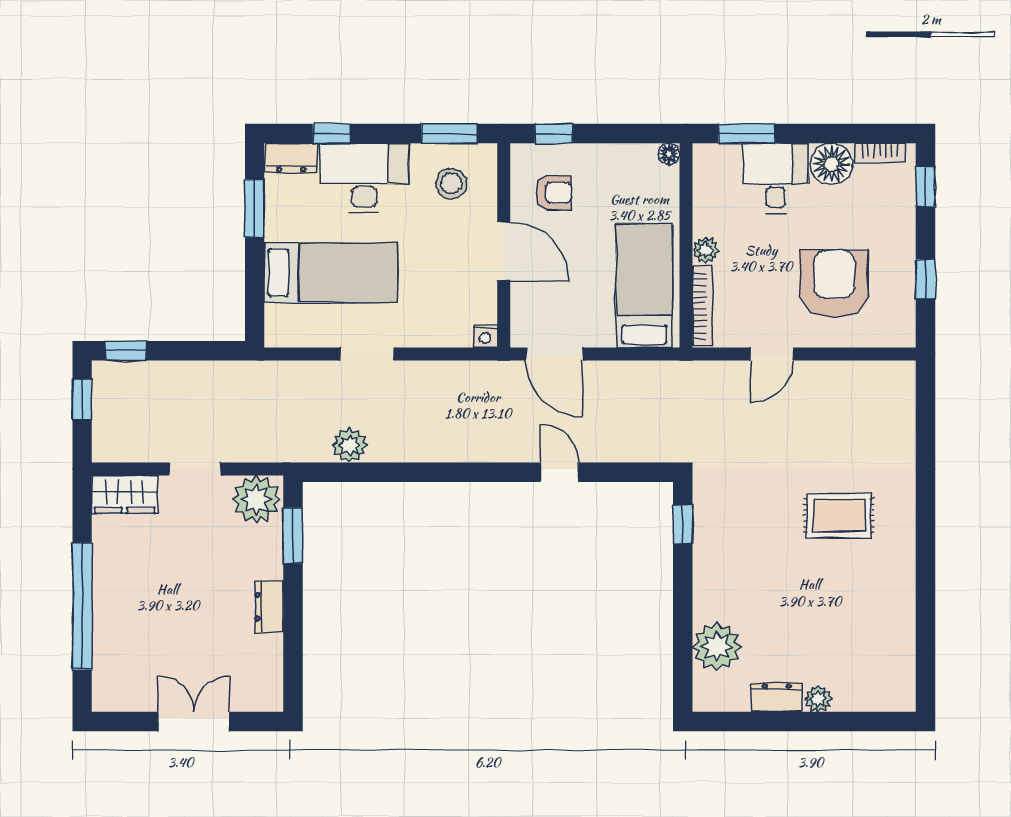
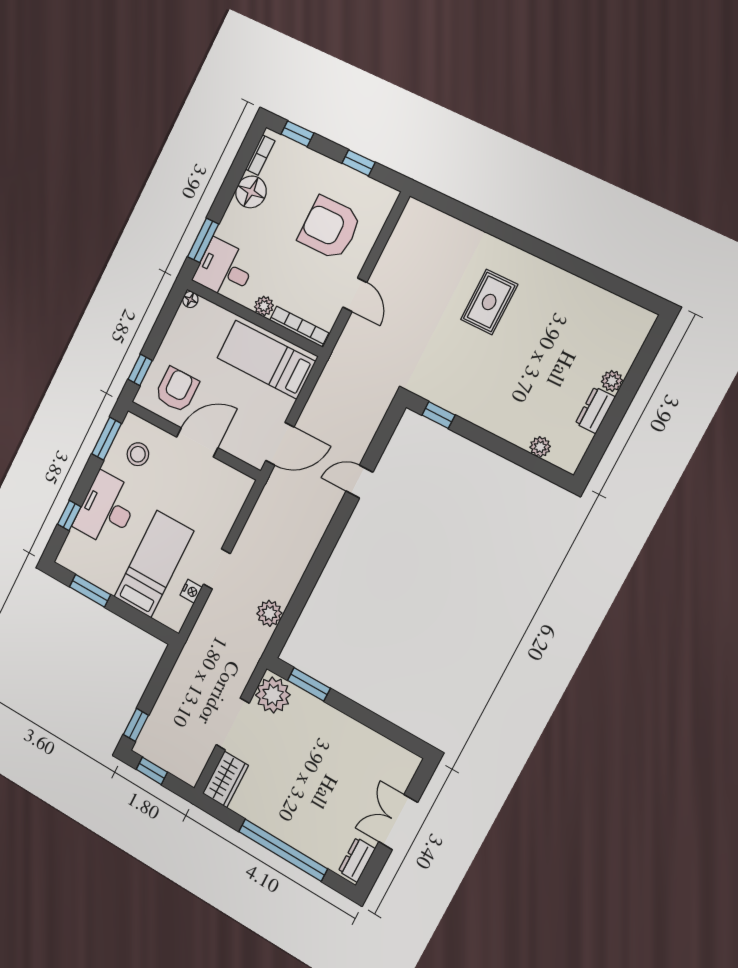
dresser: (291, 158) -> (71, 550), removed
desk: (775, 178) -> (224, 269), moved
armchair: (553, 193) -> (177, 390), width x1.38, depth x1.38
nightstand: (485, 336) -> (191, 591), moved
doorway: (195, 469) -> (233, 724), width x1.38
dresser: (269, 607) -> (357, 860), moved, turned 90
plant: (717, 647) -> (540, 447), width x0.53, depth x0.53

